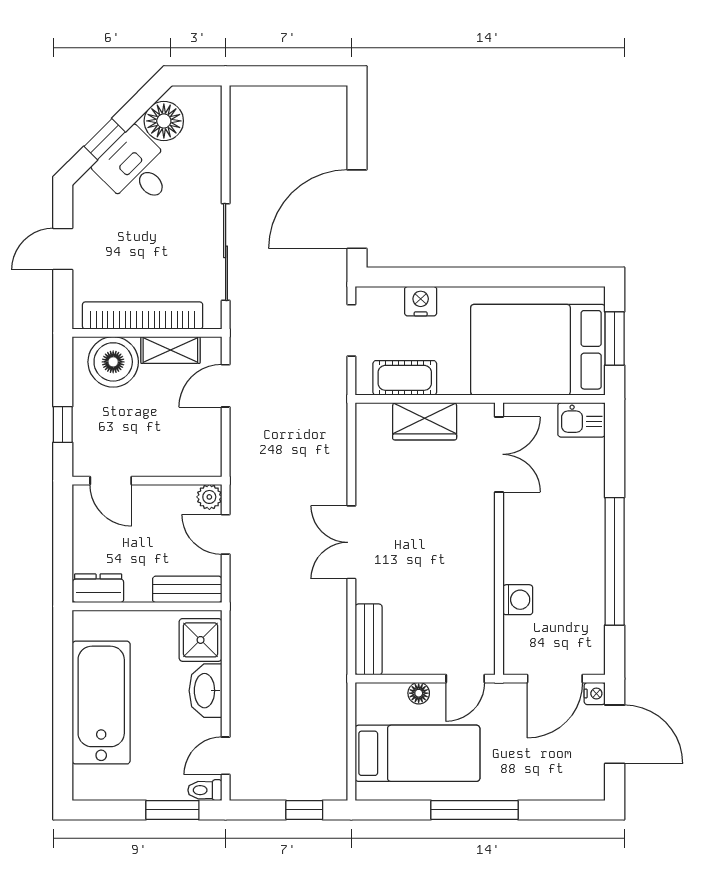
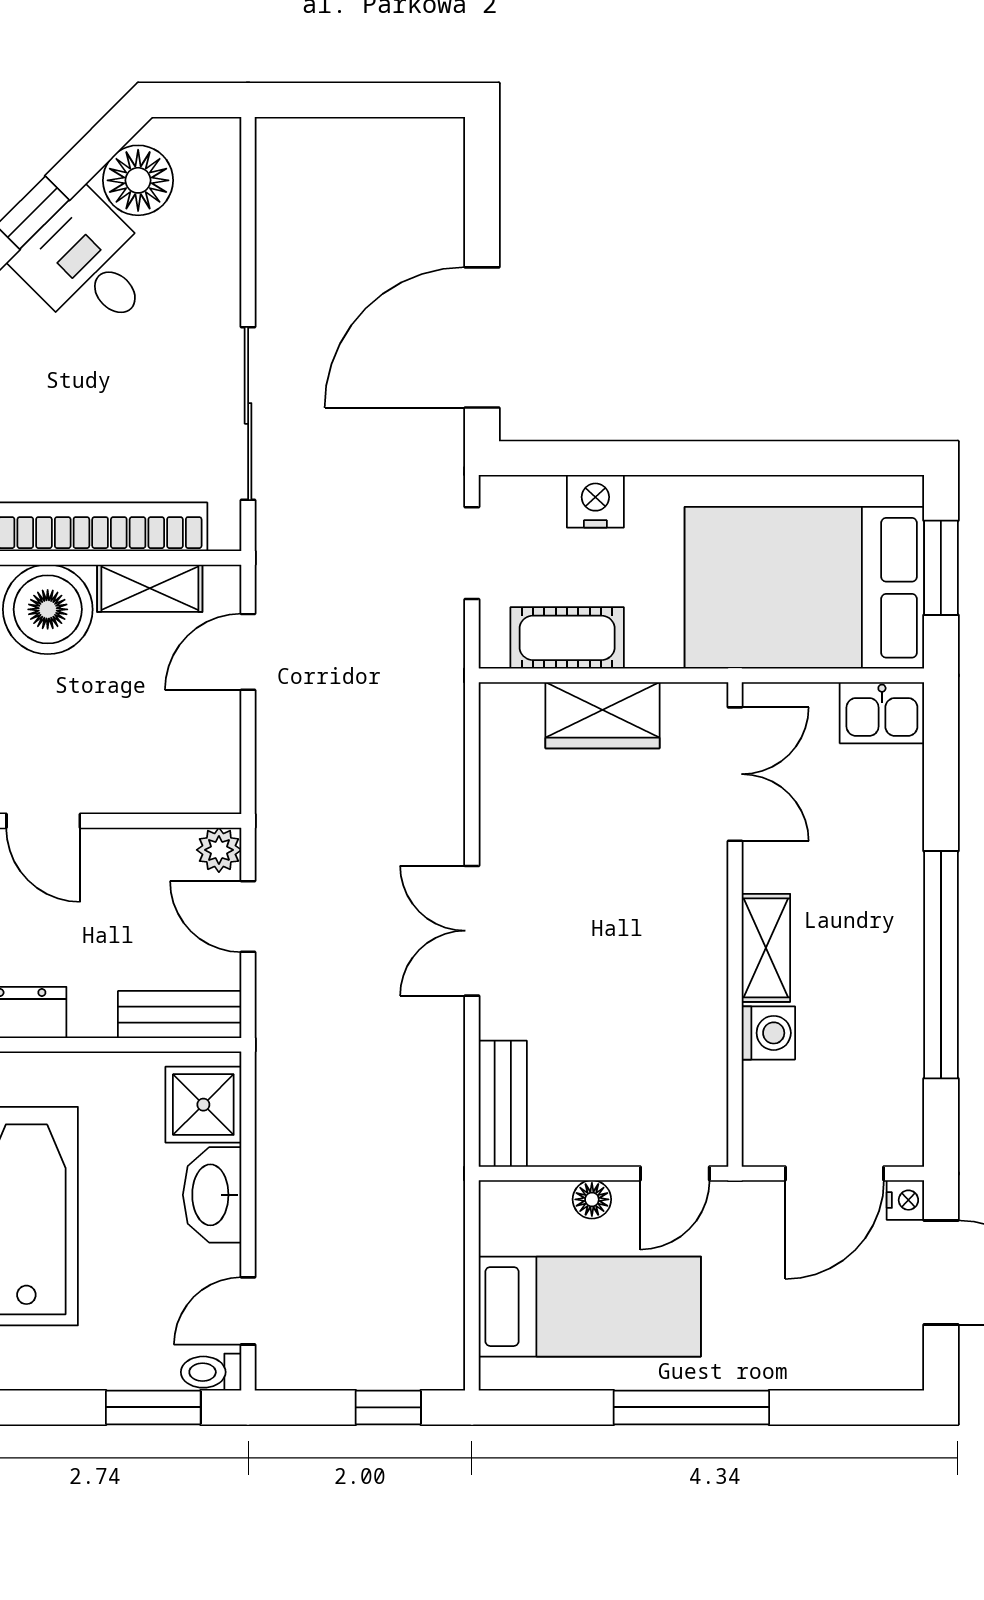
shelving: (516, 552) -> (766, 948), added

